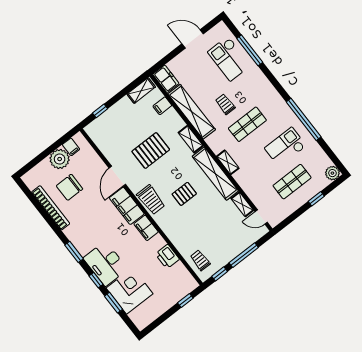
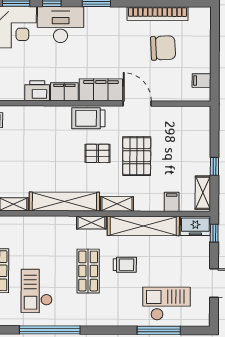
window: (161, 63) -> (214, 233), added
window: (100, 111) -> (214, 166), moved
checkout: (285, 147) -> (37, 291), turned 180
plant: (60, 159) -> (198, 60), removed
shelving: (228, 162) -> (91, 223), moved
chair: (70, 187) -> (163, 48), turned 87
pallet: (184, 194) -> (98, 153), moved, turned 90
printer: (167, 257) -> (37, 91), moved

